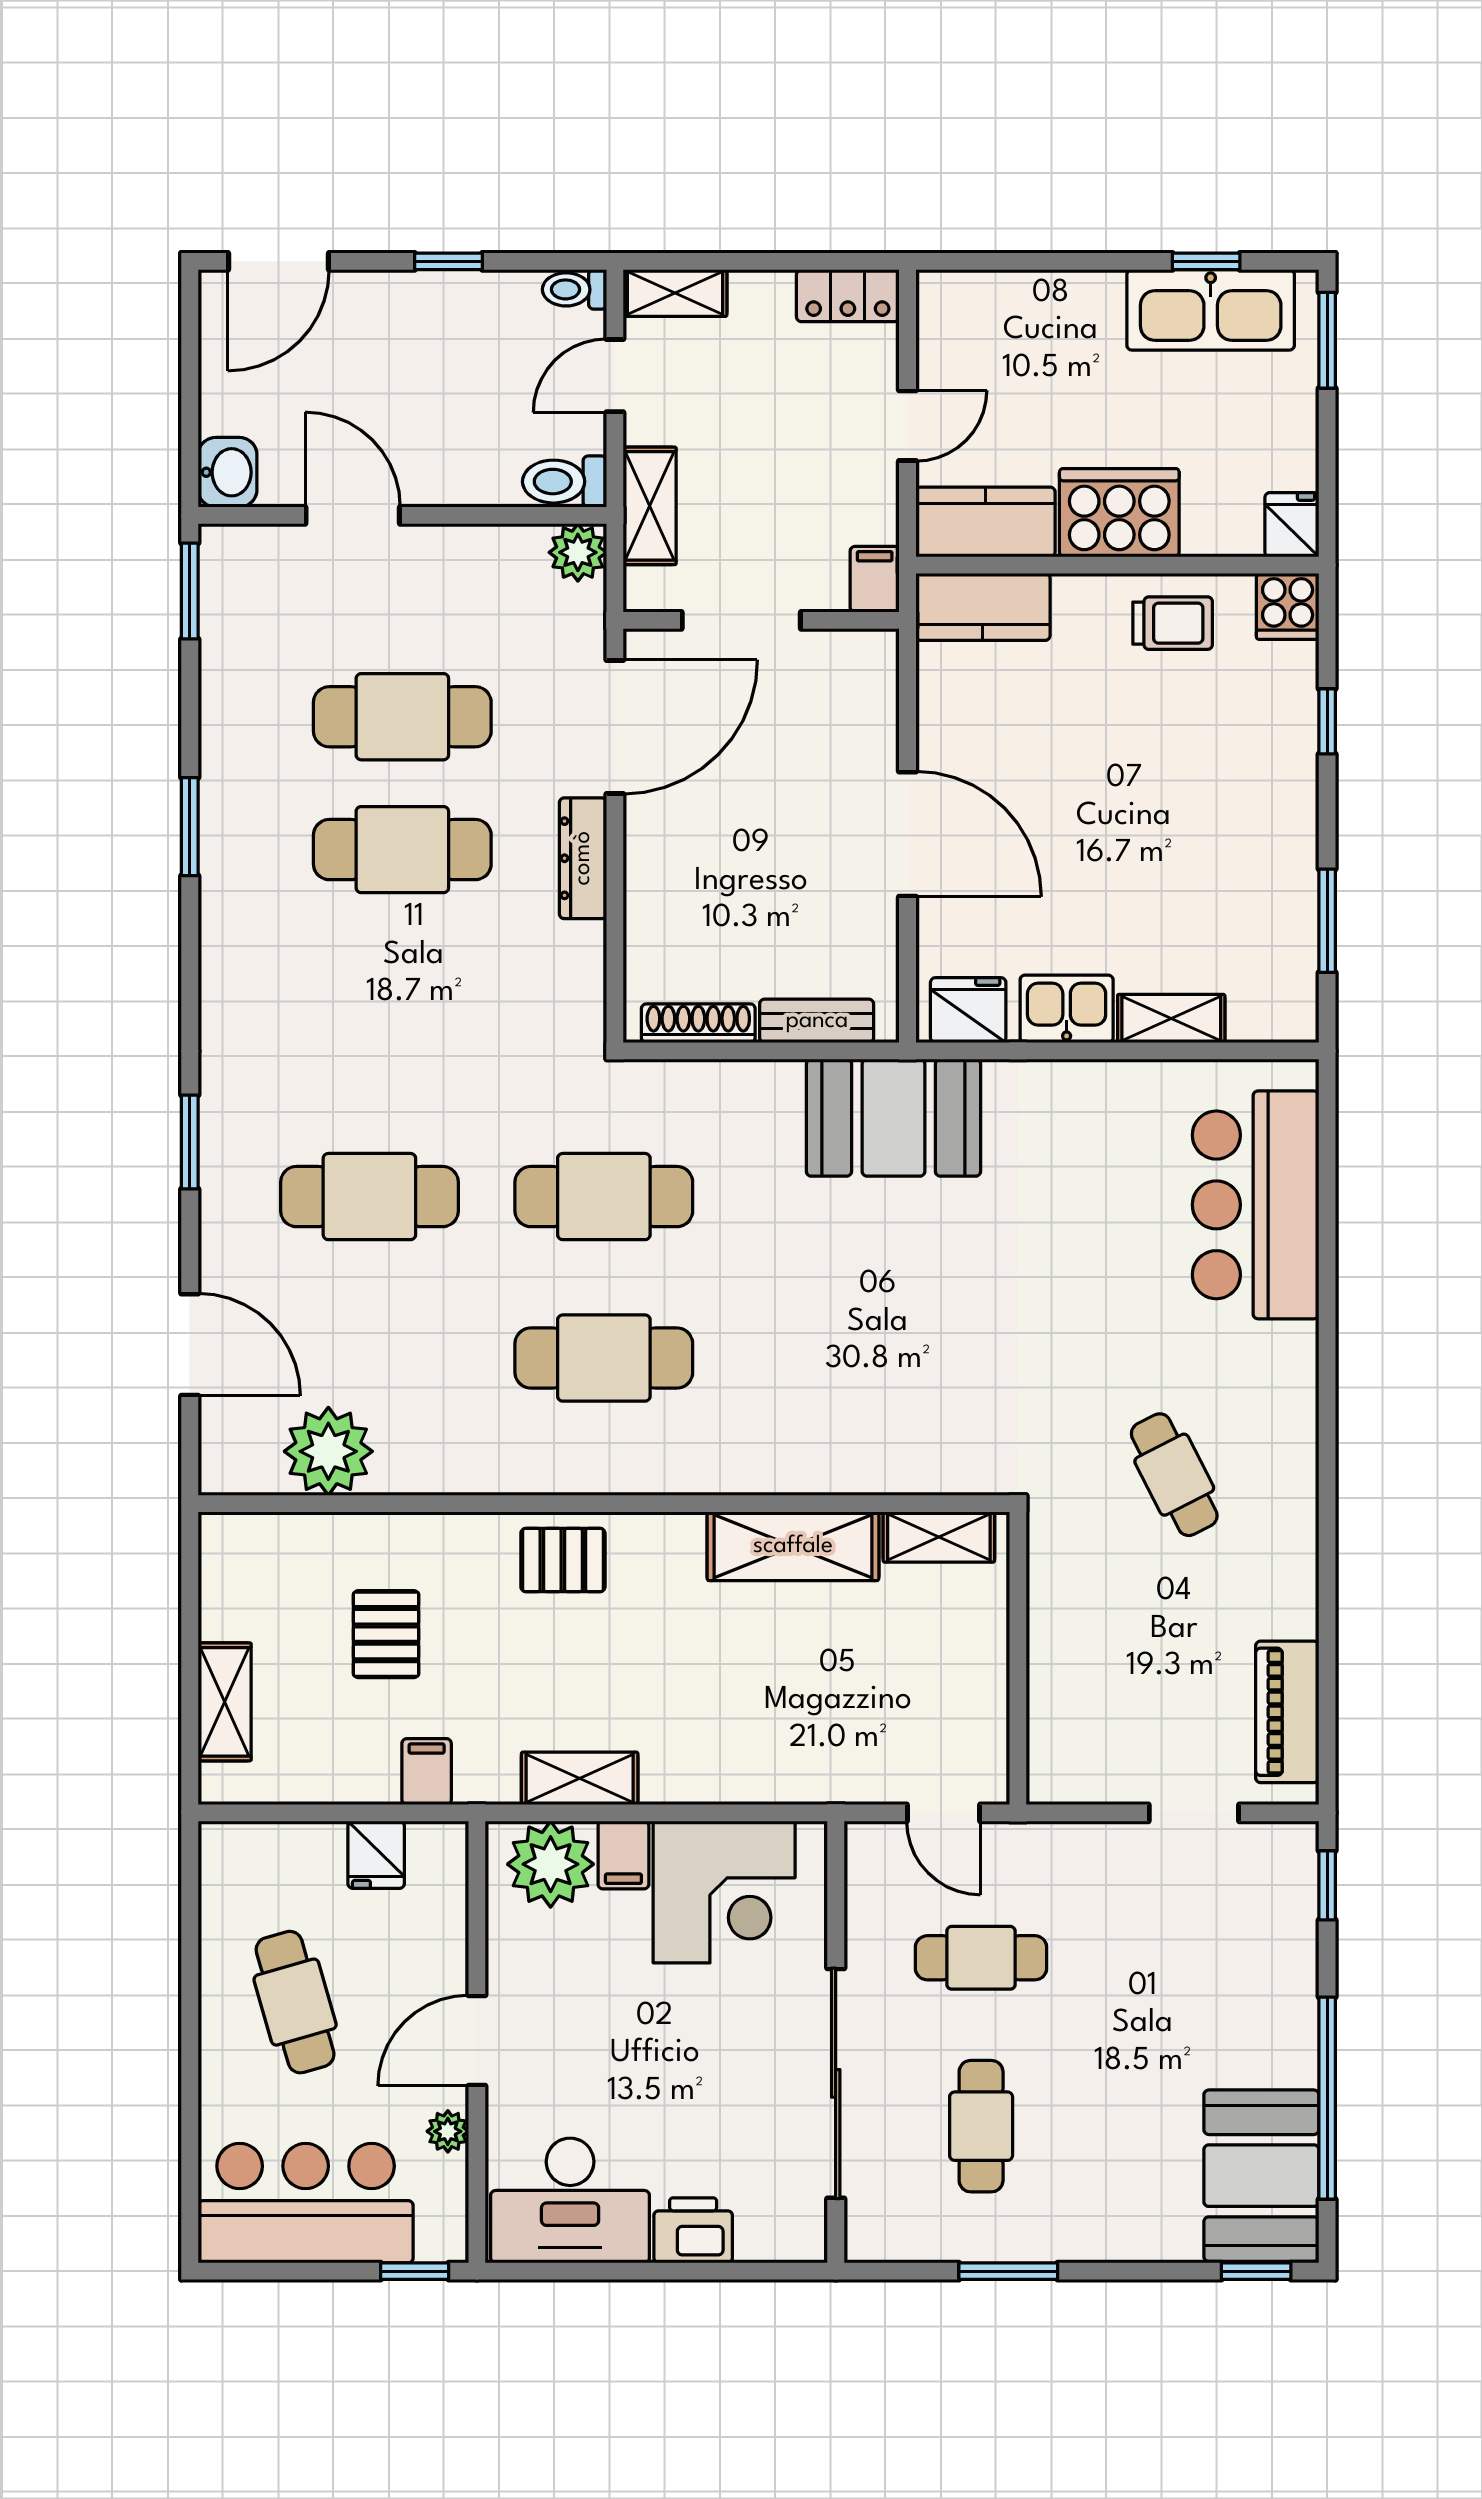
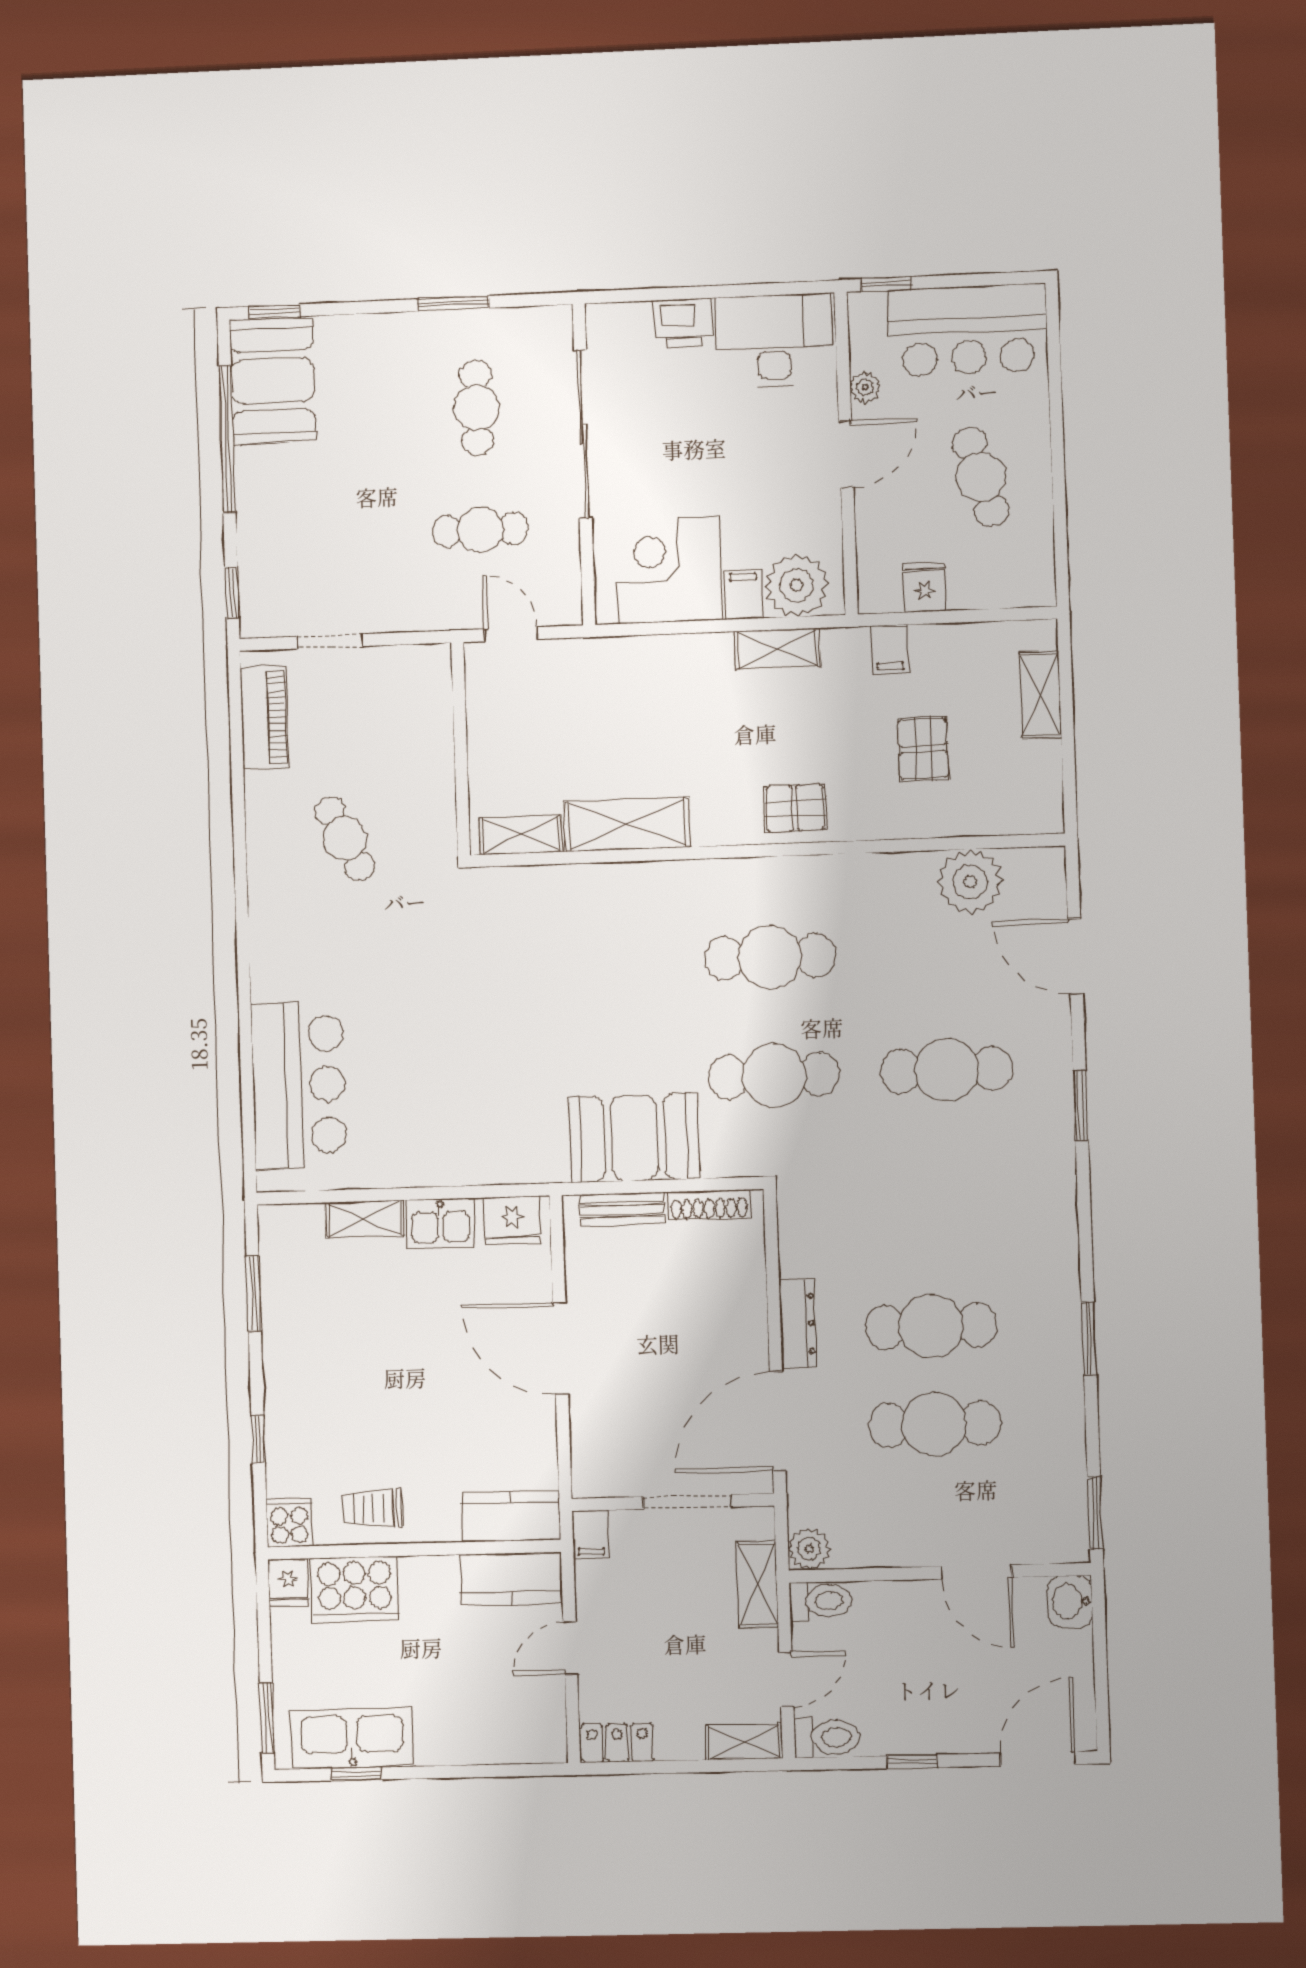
toilet: (575, 289) -> (827, 1737), width x1.37, depth x1.39
cooker: (1119, 513) -> (355, 1590), moved
booth: (893, 1118) -> (634, 1138), moved
cafe table: (1174, 1475) -> (345, 839), moved

